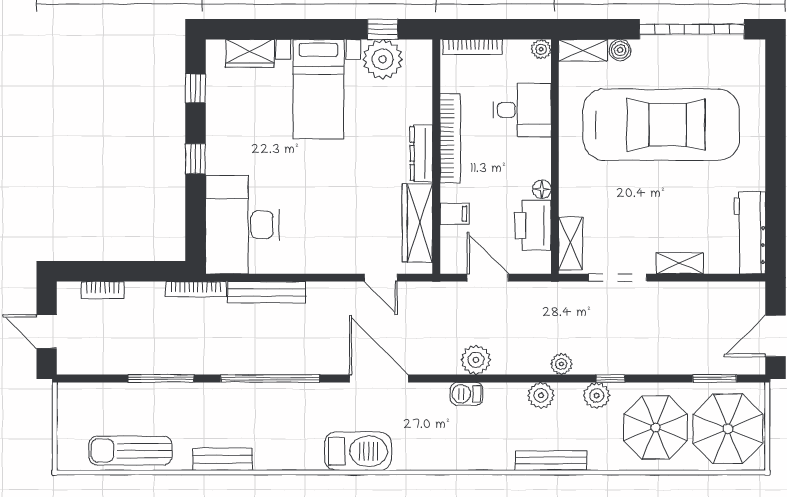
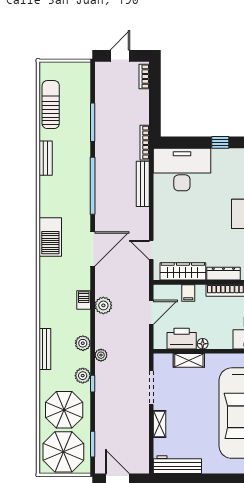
shelving: (570, 244) -> (189, 360), moved
door: (381, 278) -> (151, 250), hinge flipped
bookcase: (103, 290) -> (144, 76), moved

